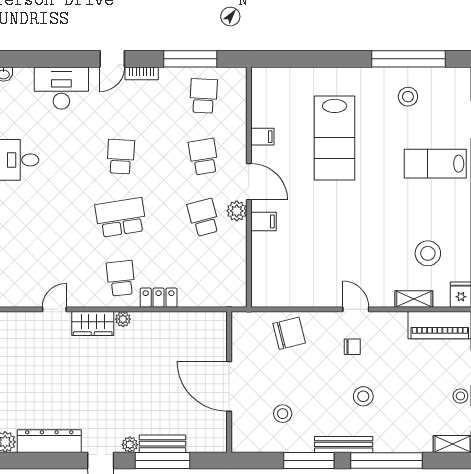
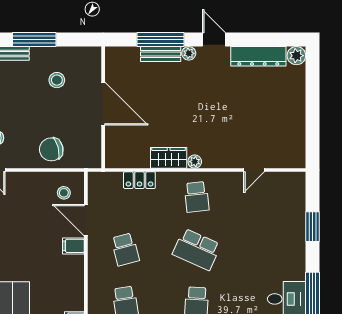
door: (249, 182) -> (86, 220), moved
plant: (237, 211) -> (96, 255), removed
school desk: (121, 217) -> (197, 249), turned 33
stool: (275, 283) -> (64, 193), added
locker: (159, 298) -> (139, 180), moved
wardrobe: (93, 323) -> (169, 158), moved

